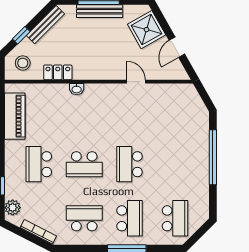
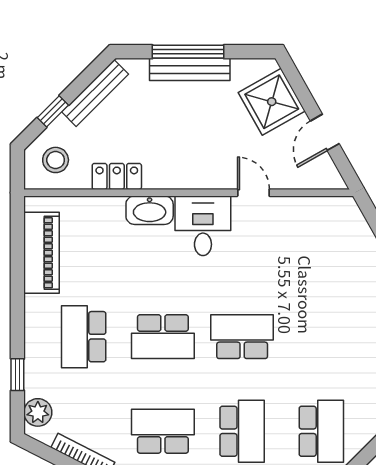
washbasin: (77, 89) -> (150, 210), width x1.91, depth x1.45
desk: (107, 101) -> (203, 226), added
school desk: (130, 164) -> (242, 337), turned 90

